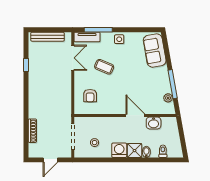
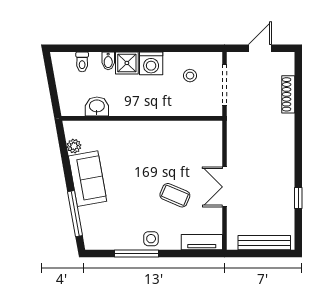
window: (98, 30) -> (137, 254), moved
sofa: (155, 51) -> (88, 179), moved
double door: (73, 58) -> (224, 187), moved
window: (173, 84) -> (75, 214), moved
armchair: (90, 96) -> (197, 150), removed
door: (135, 115) -> (125, 118), removed

